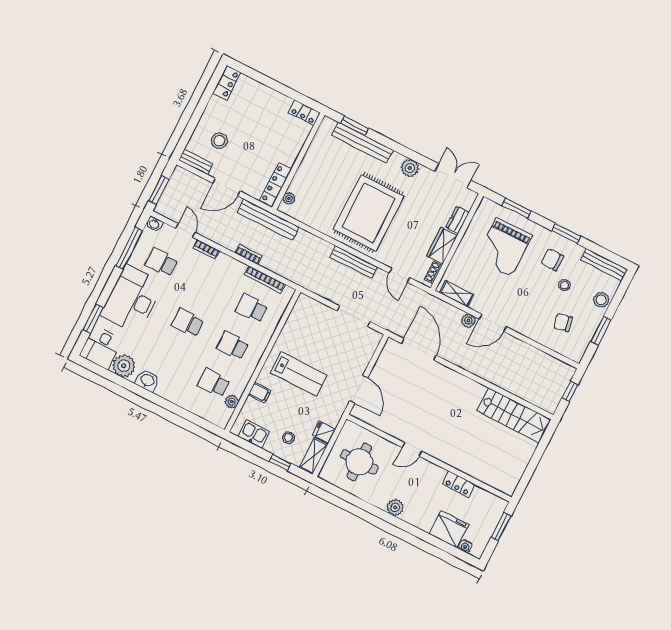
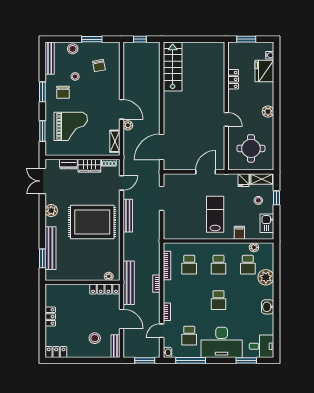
locker: (304, 113) -> (50, 316), moved
plant: (124, 366) -> (266, 277), moved

